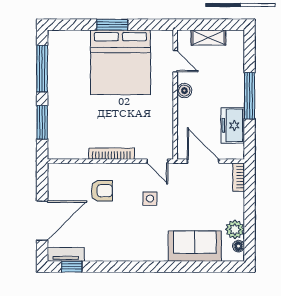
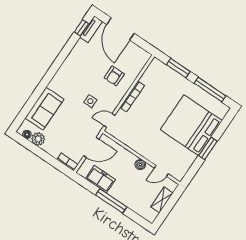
bed: (120, 62) -> (191, 125), moved

